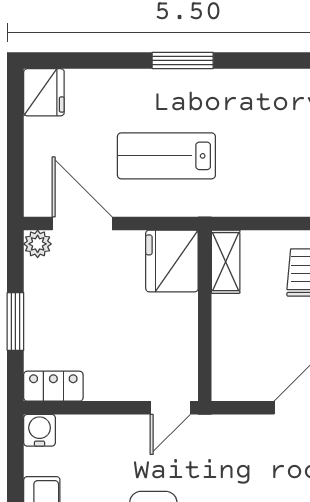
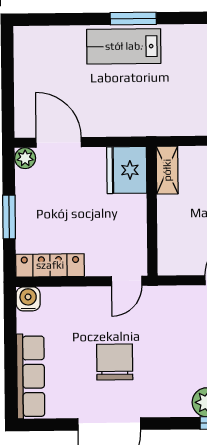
fridge: (44, 92) -> (29, 44), removed
lab bench: (166, 156) -> (124, 46), moved
locker: (53, 386) -> (50, 265), width x1.53

